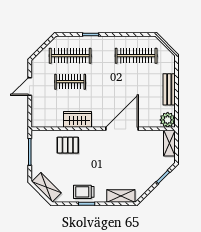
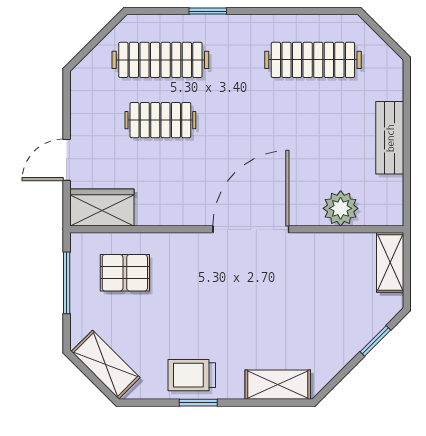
door: (30, 87) -> (67, 160), moved
wardrobe: (77, 119) -> (102, 207), moved
plant: (168, 120) -> (341, 208), moved
door: (122, 129) -> (251, 229), moved
pallet: (68, 145) -> (125, 273), moved

